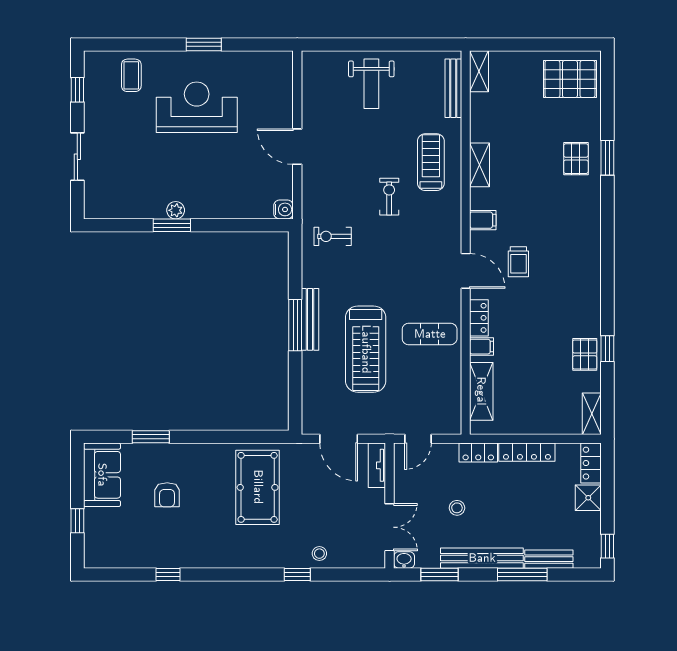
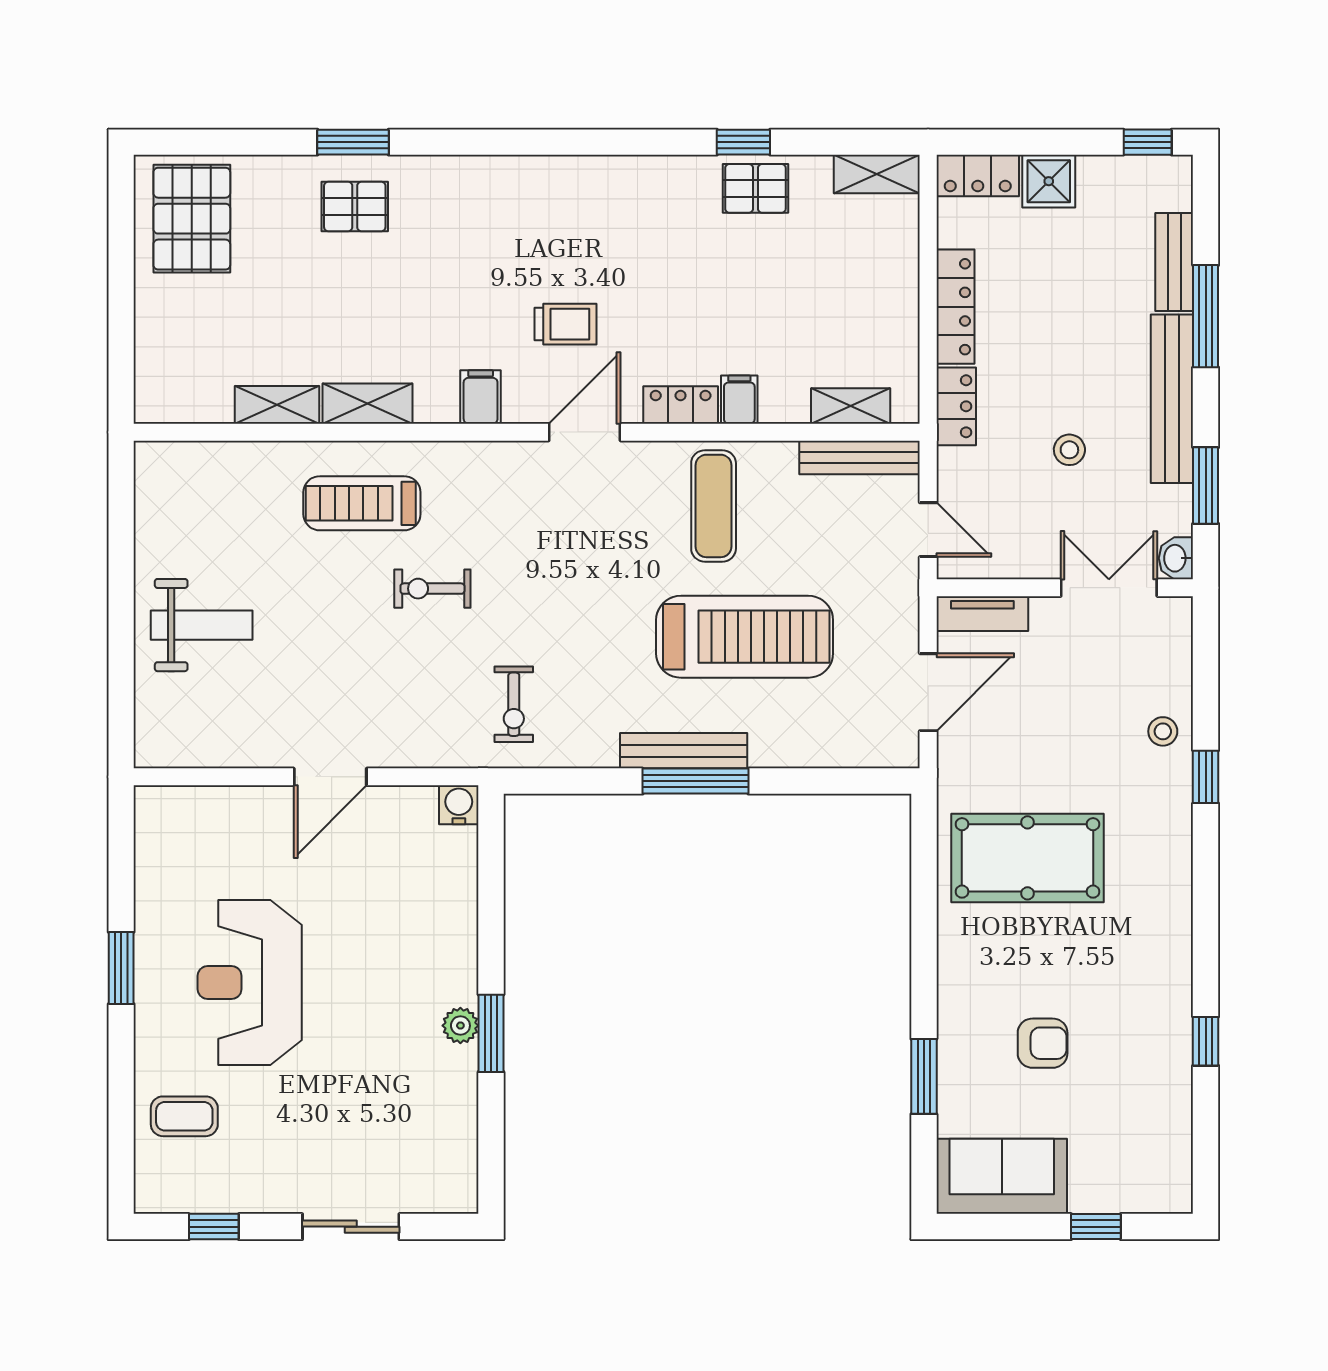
shelving: (479, 71) -> (277, 405), moved
bench: (453, 88) -> (860, 457), moved
shelving: (481, 391) -> (851, 406), width x0.67, depth x0.75

